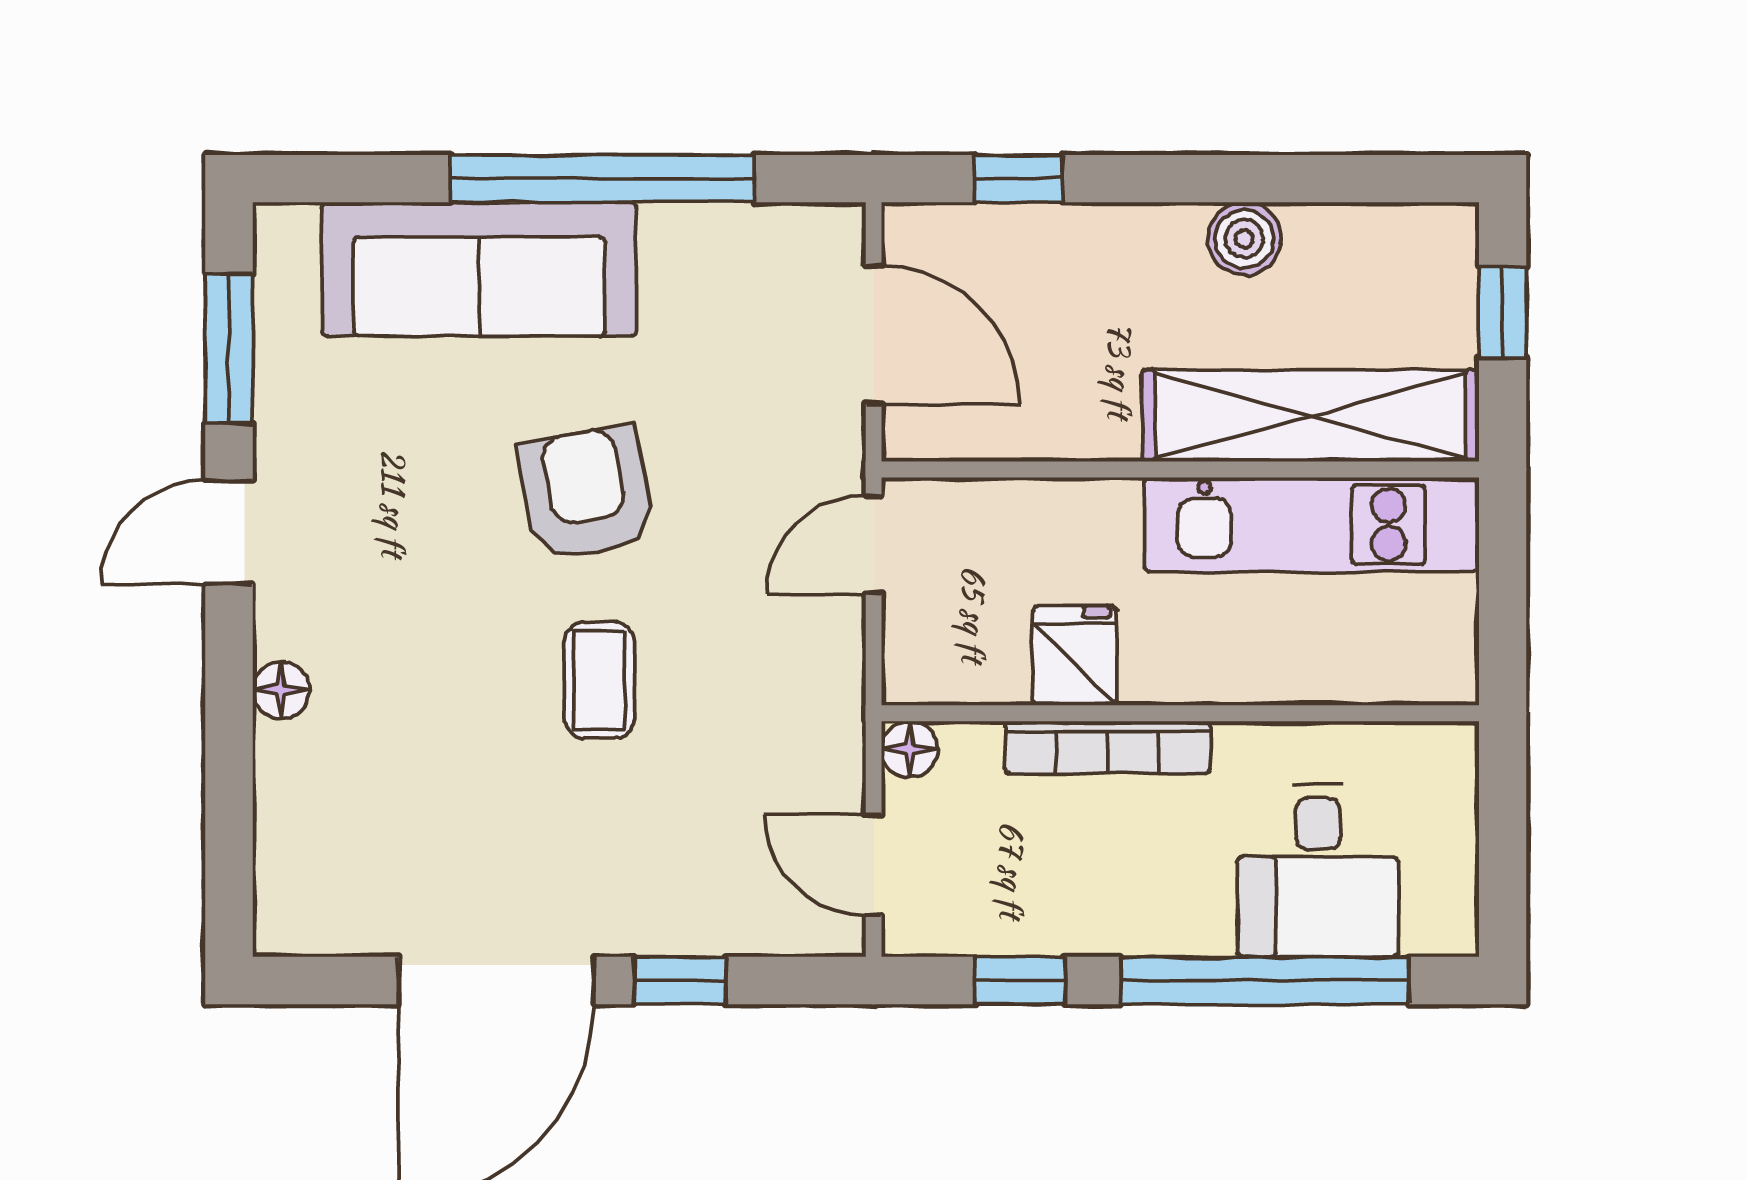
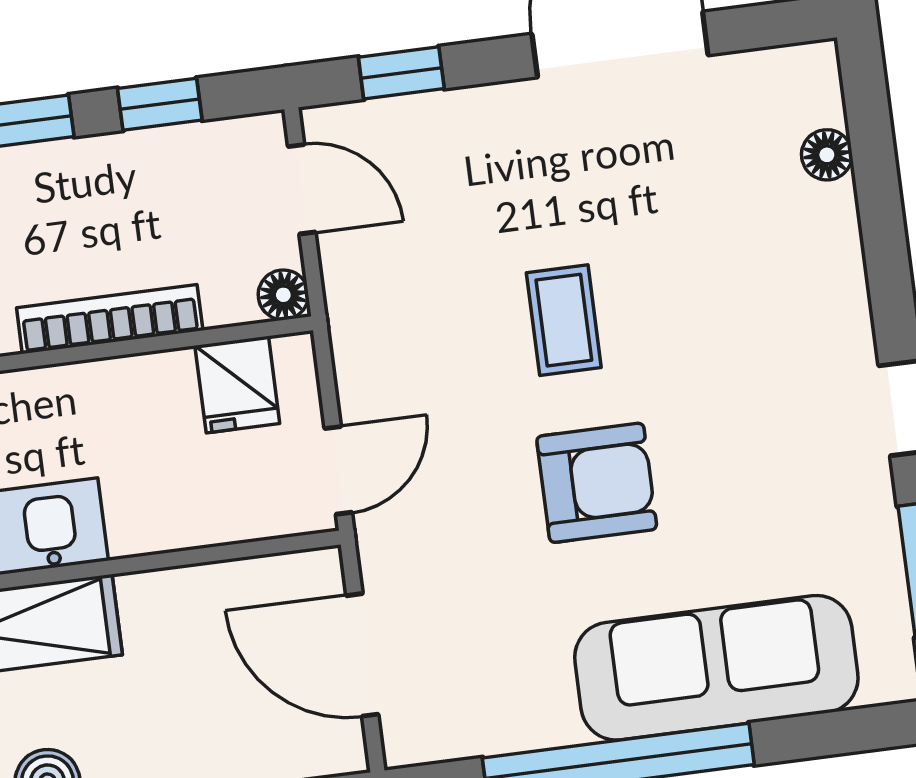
armchair: (586, 493) -> (597, 483), turned -79
fridge: (1075, 656) -> (237, 385), moved
floor lamp: (281, 690) -> (827, 155), moved
window: (680, 981) -> (401, 73), moved

